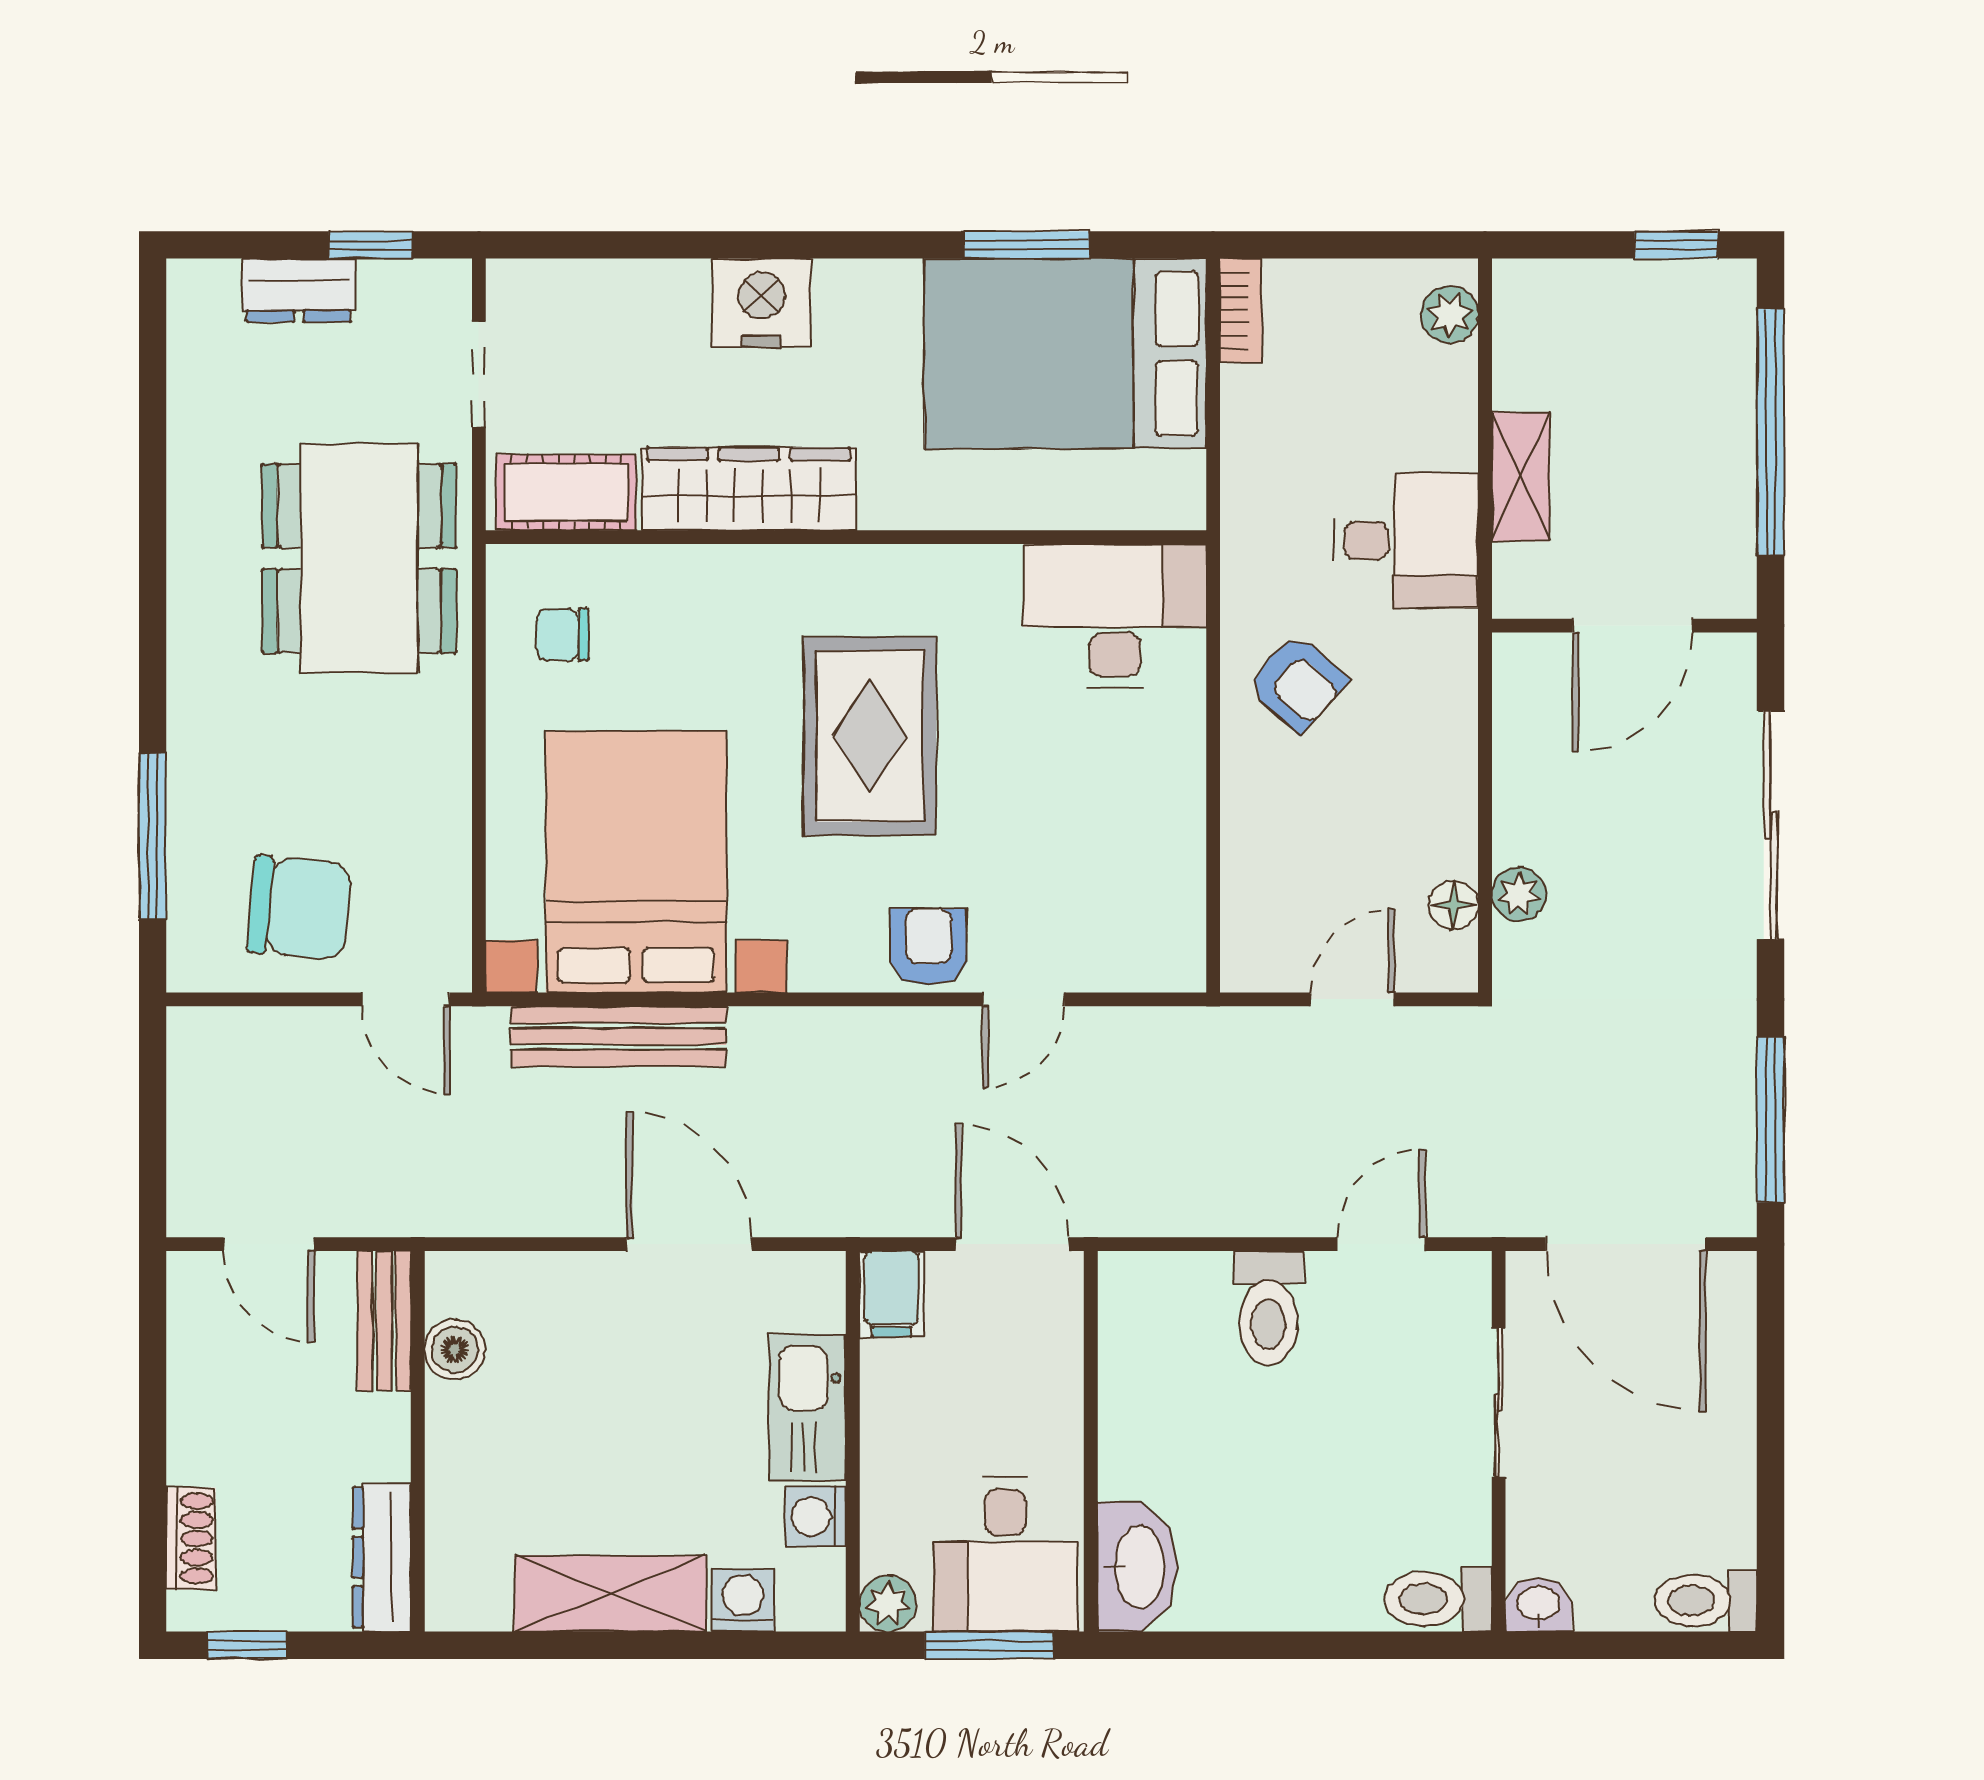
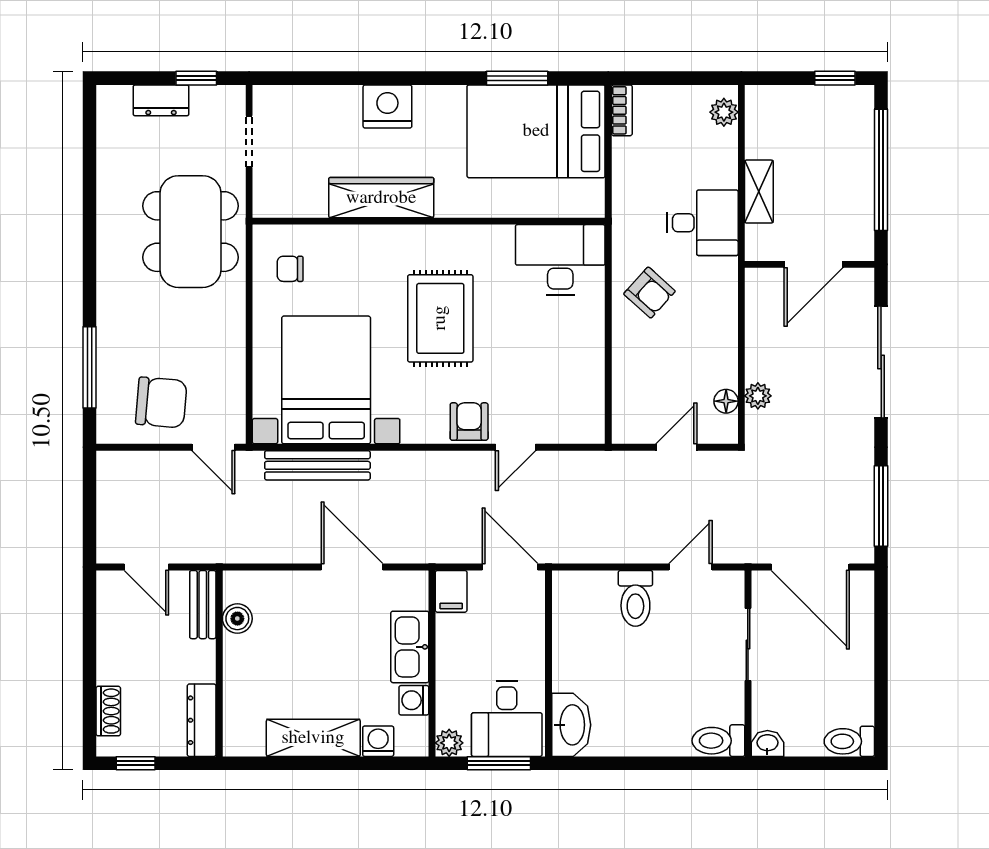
cot: (566, 492) -> (292, 199), removed

